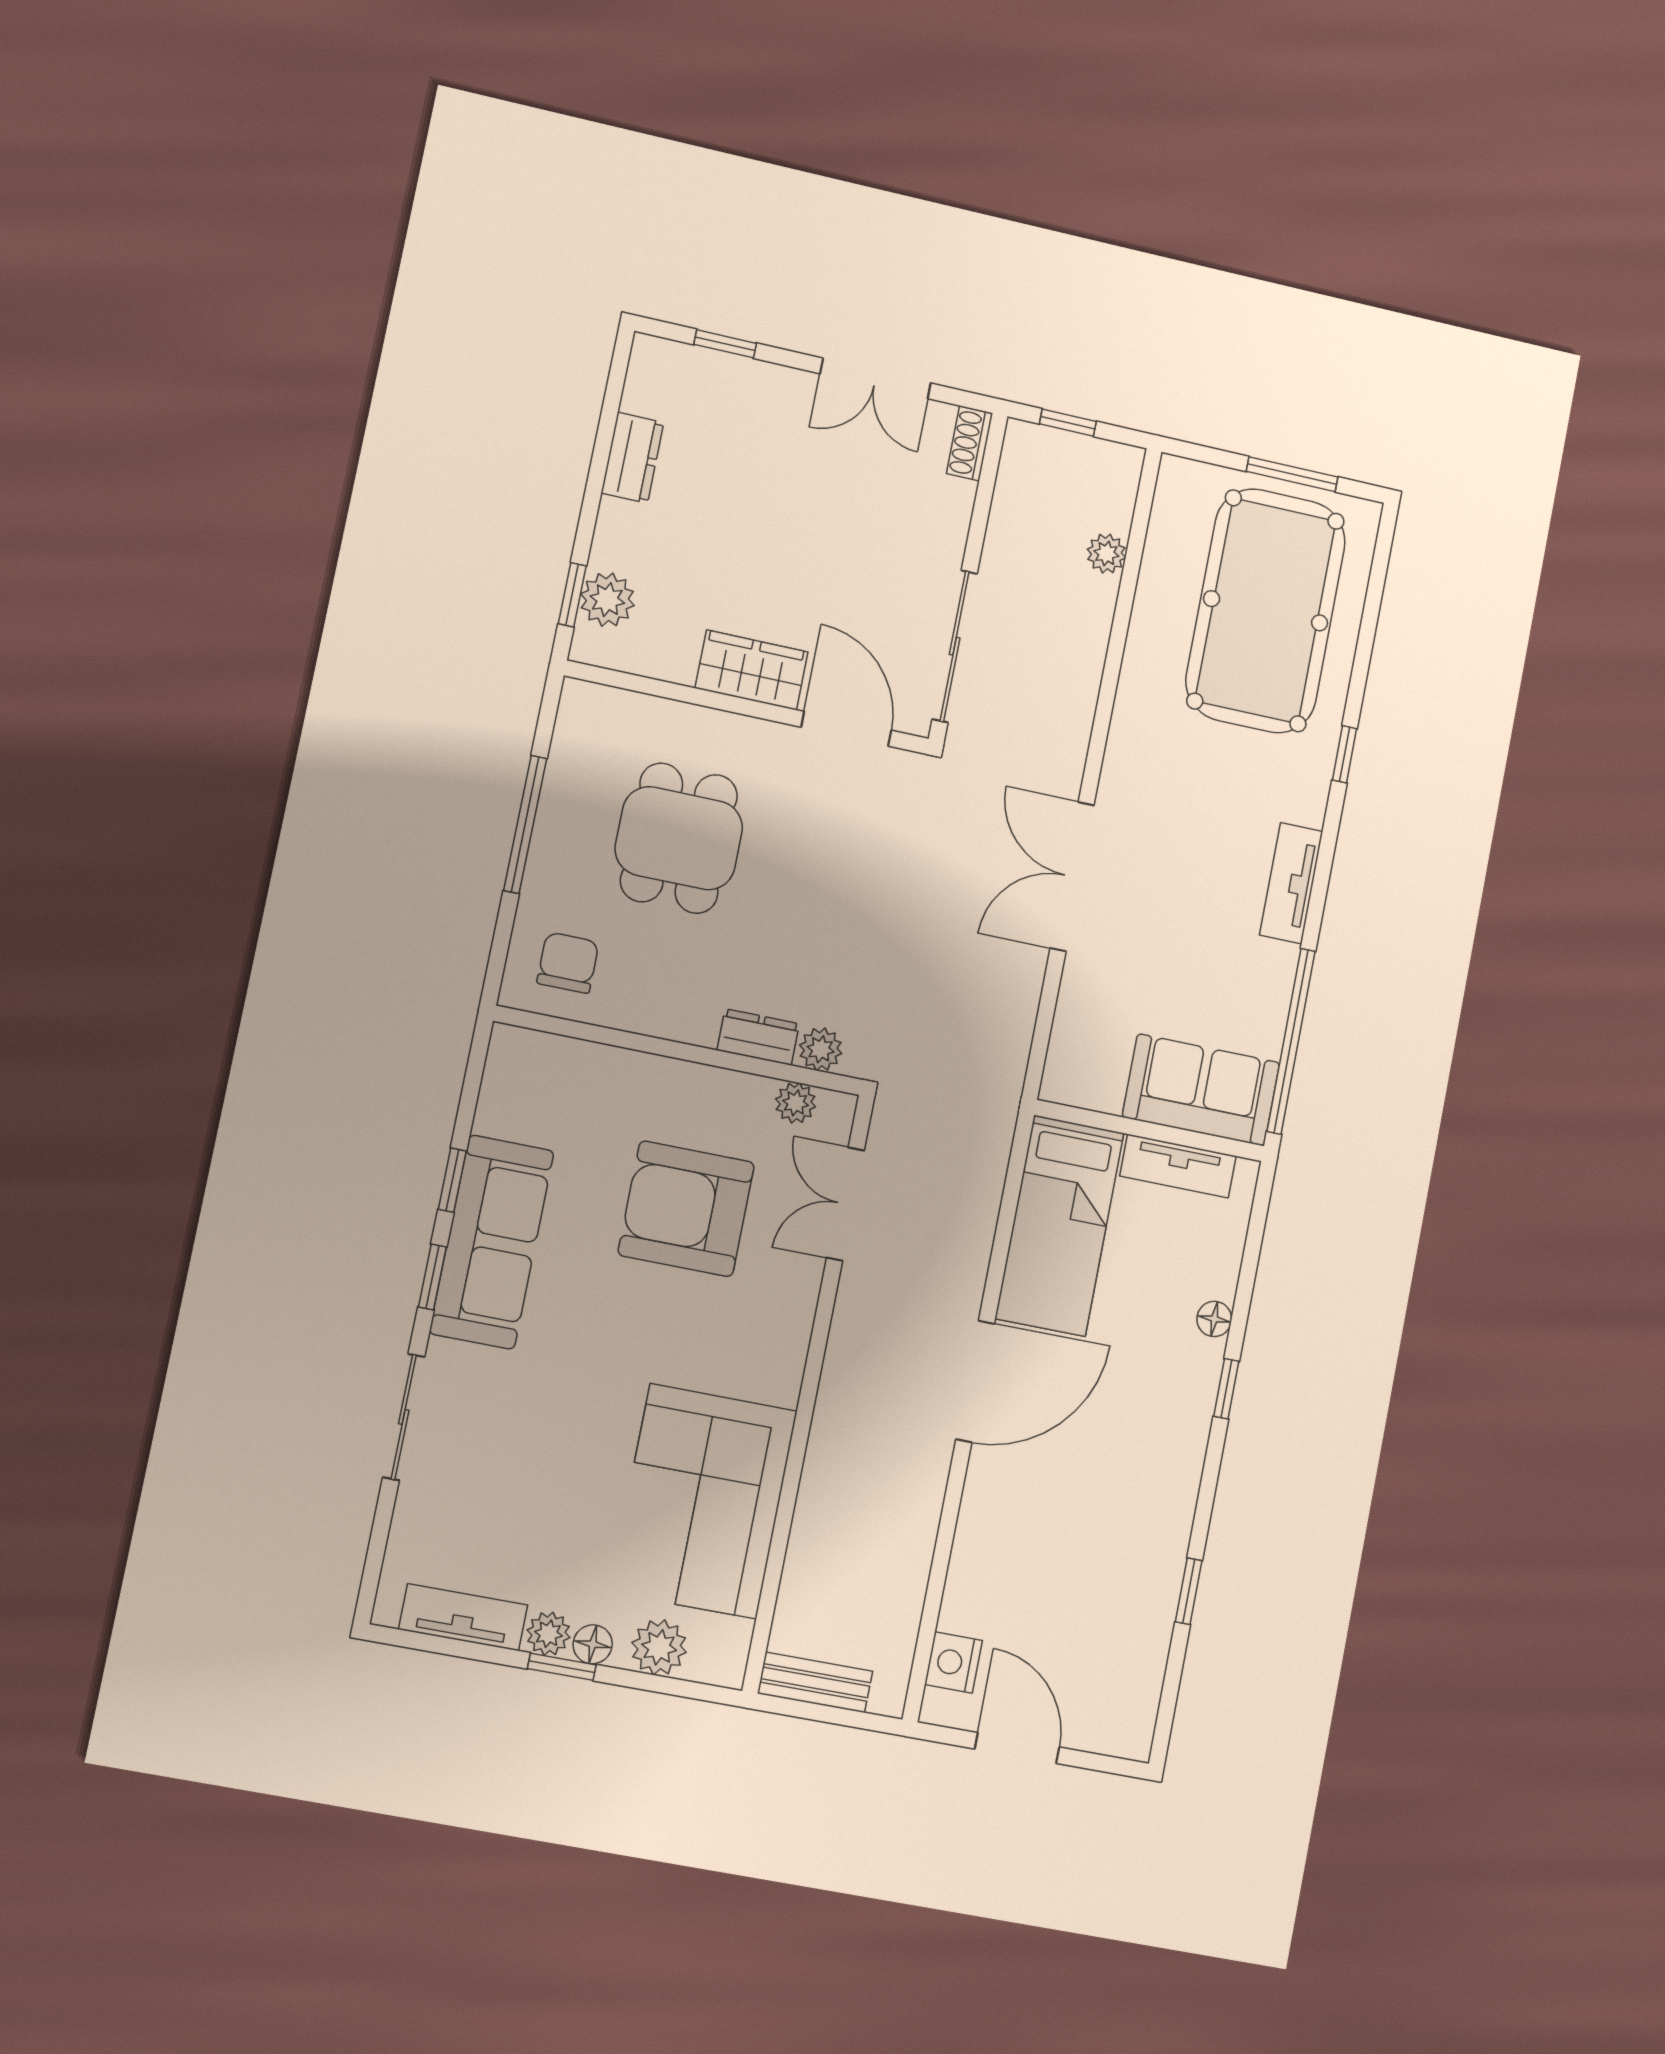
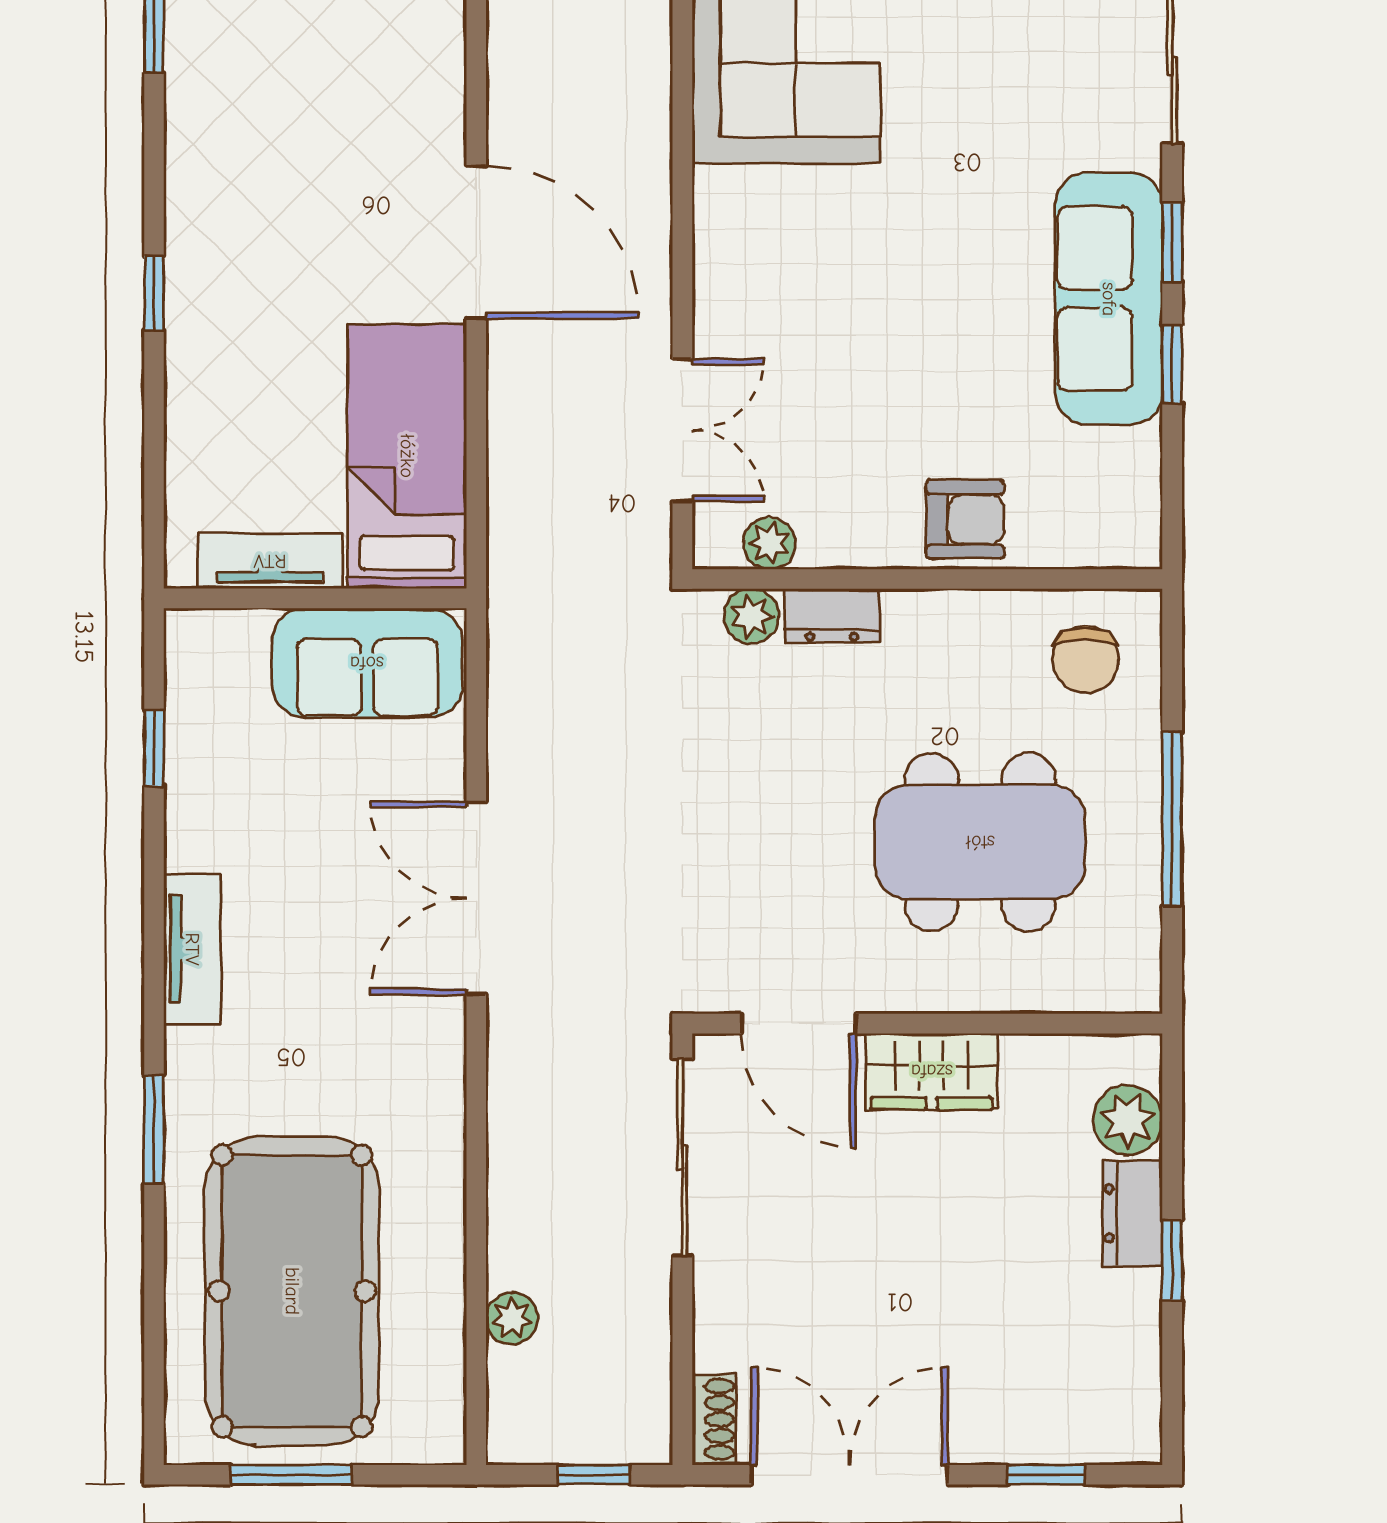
double door: (875, 378) -> (849, 1475), width x1.37
dresser: (632, 458) -> (1133, 1213), moved
window: (572, 595) -> (1172, 1260), moved
window: (1345, 754) -> (154, 1129), width x1.50
dining table: (679, 838) -> (980, 842), width x1.38
double door: (1072, 877) -> (476, 898), swing flipped
window: (1291, 1041) -> (154, 748), width x0.32
sofa: (1201, 1090) -> (367, 663), moved
armchair: (686, 1209) -> (965, 519), moved, width x0.53, depth x0.53
floor lamp: (1214, 1319) -> (186, 378), removed
door: (975, 1381) -> (476, 242), swing flipped

